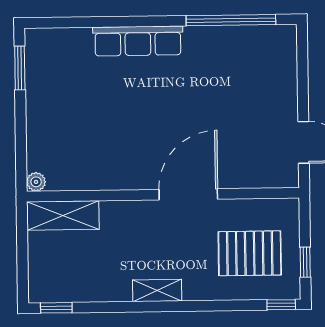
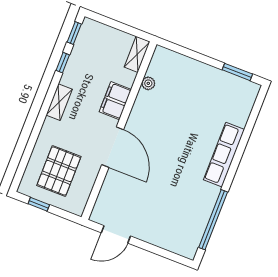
plant: (36, 182) -> (148, 83), moved
shelving: (63, 215) -> (137, 54), width x0.67, depth x0.75
filing cabinet: (125, 216) -> (115, 101), added
window: (281, 305) -> (63, 63), moved

